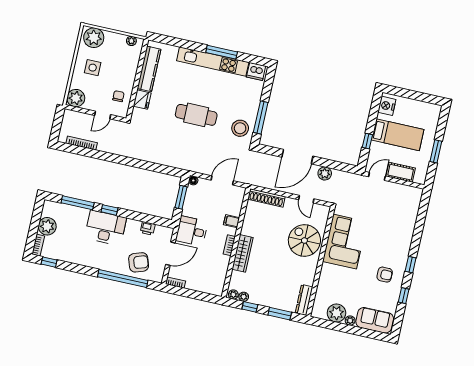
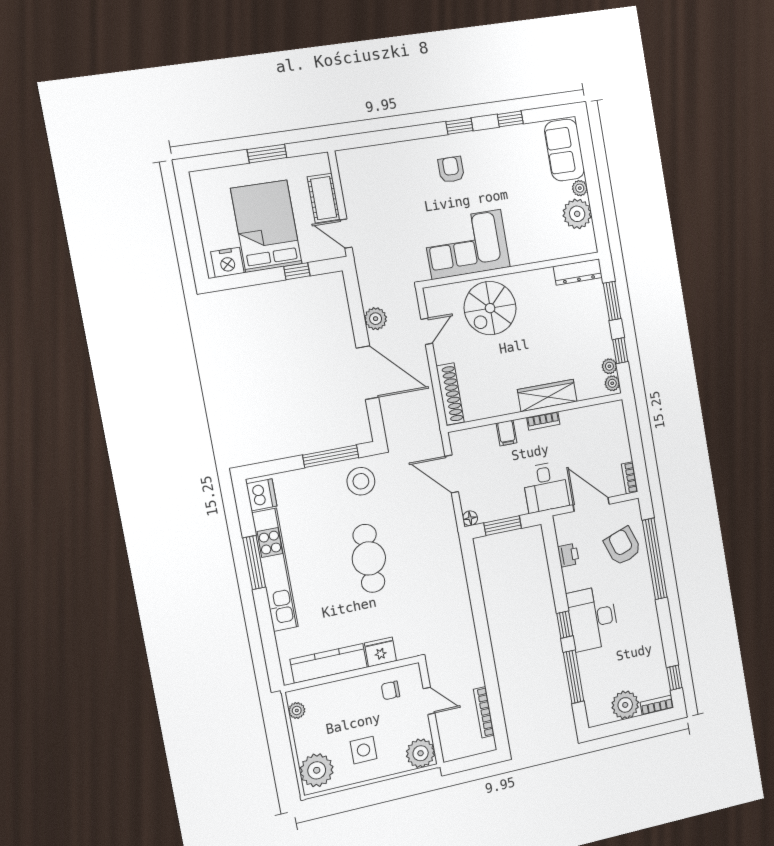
bed: (398, 135) -> (266, 226), width x1.50
armchair: (385, 275) -> (451, 170), moved

